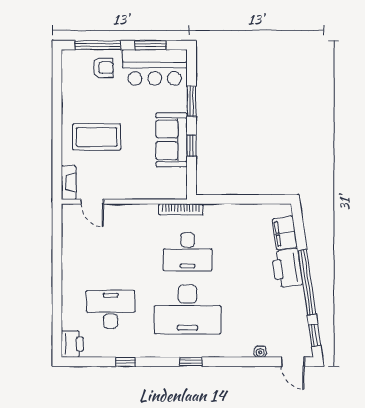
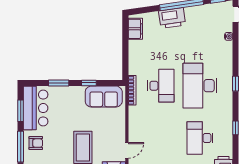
armchair: (103, 68) -> (36, 143), turned 90
sofa: (172, 140) -> (104, 97), moved
filing cabinet: (285, 233) -> (135, 29), moved, turned -82
desk: (188, 309) -> (200, 86), turned 180

